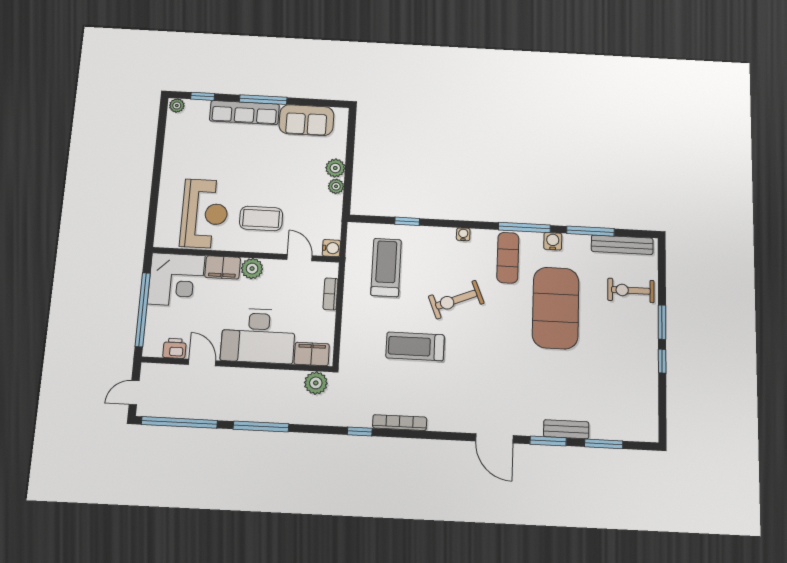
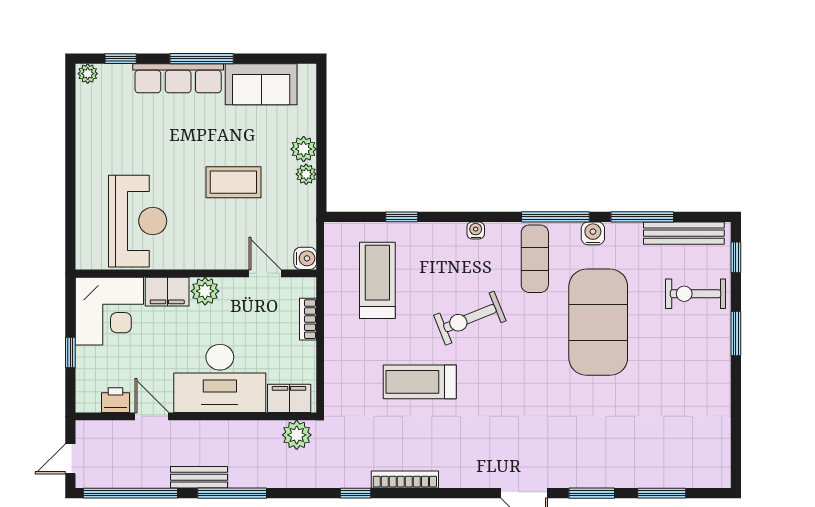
coffee table: (261, 218) -> (233, 182), moved
window: (143, 310) -> (70, 352), width x0.32
window: (662, 361) -> (736, 257), moved
bench: (566, 429) -> (199, 477), moved

